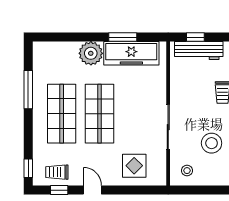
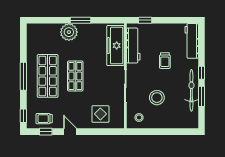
window: (123, 37) -> (80, 20), moved
workbench: (199, 51) -> (133, 46), moved, turned -90
freezer: (131, 53) -> (115, 46), moved, turned 90
window: (28, 90) -> (23, 76), moved
shop shelf: (100, 114) -> (75, 76), width x0.70, depth x0.74

